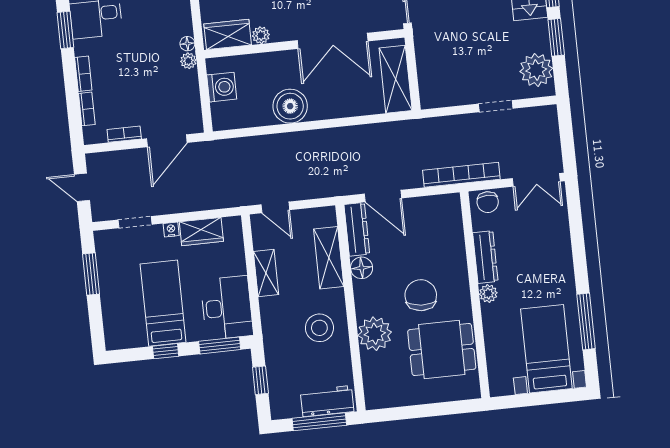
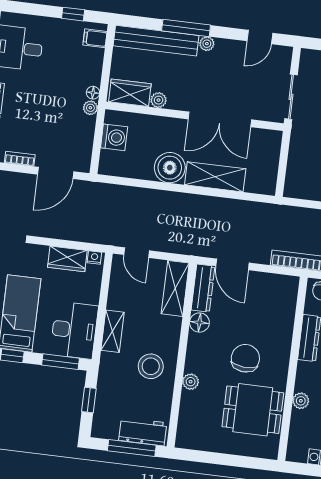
shelving: (396, 79) -> (215, 177), moved, turned 90
nightstand: (171, 230) -> (94, 258), moved
shelving: (329, 258) -> (175, 288), moved
shelving: (266, 273) -> (112, 331), moved
plant: (488, 294) -> (301, 401), moved
plant: (375, 334) -> (191, 382), width x0.53, depth x0.53

